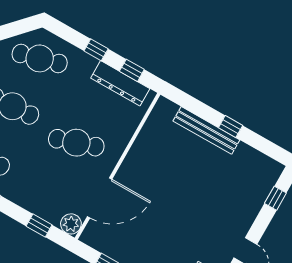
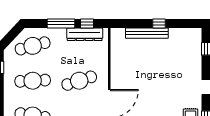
window: (96, 50) -> (61, 23), width x2.17

